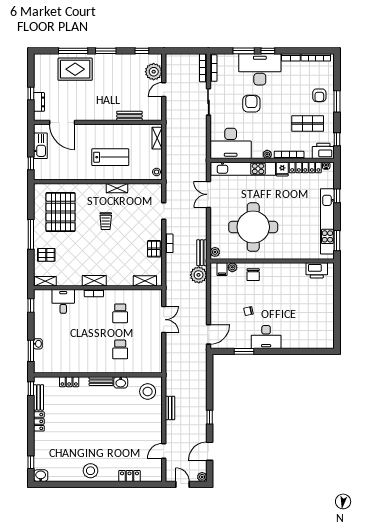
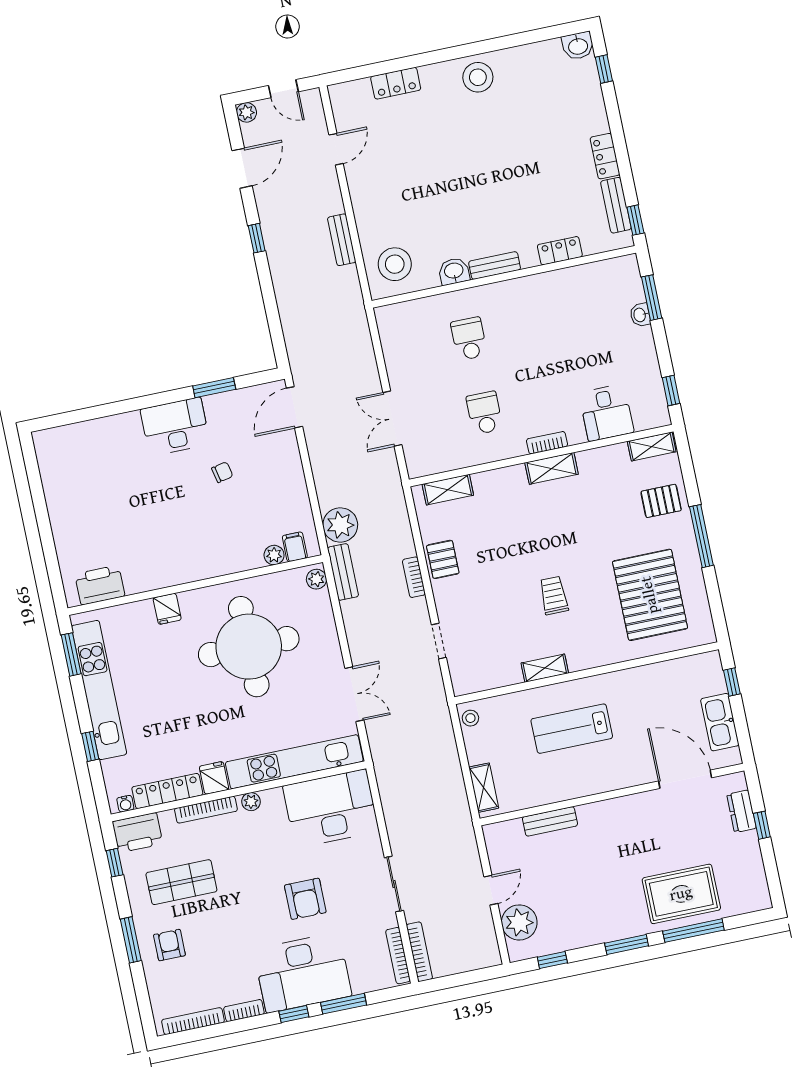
fridge: (288, 253) -> (167, 609), added
chair: (253, 275) -> (228, 549), removed

